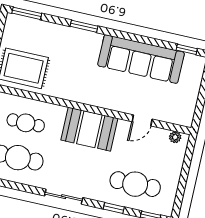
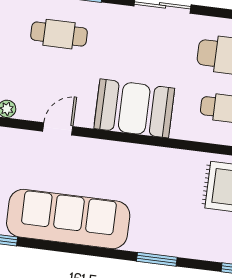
cafe table: (135, 184) -> (59, 34), width x0.73, depth x0.74

